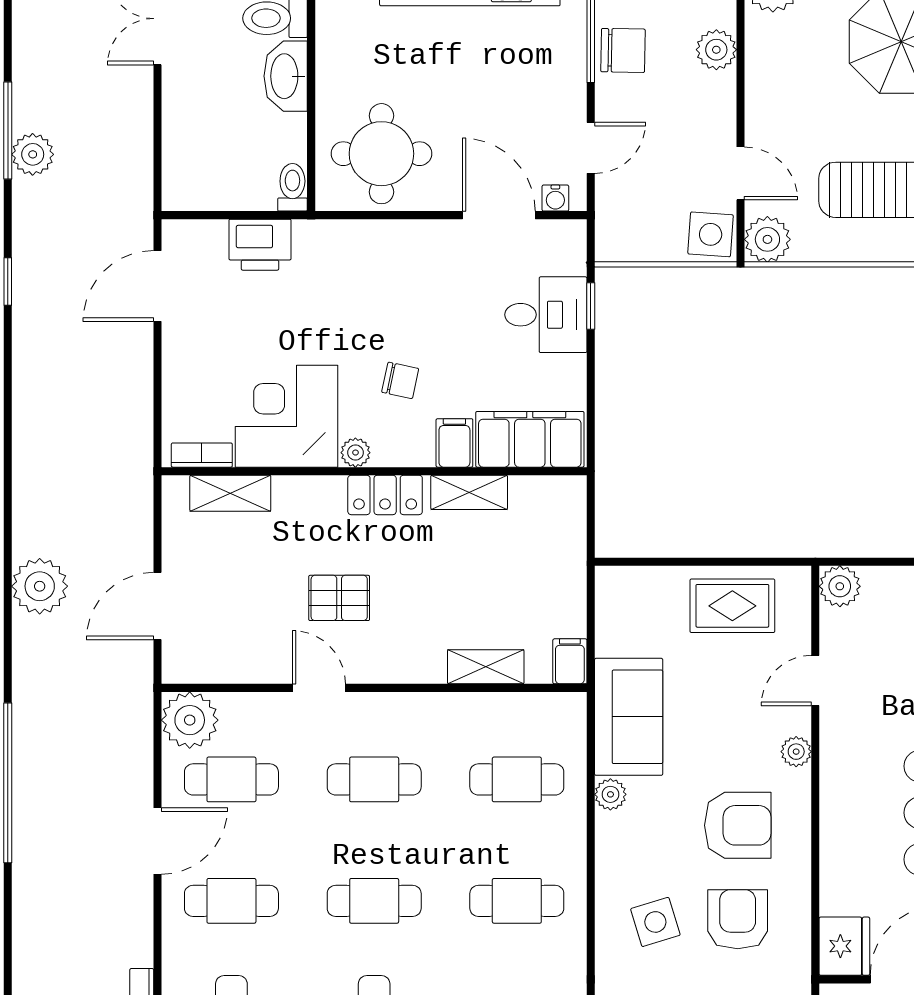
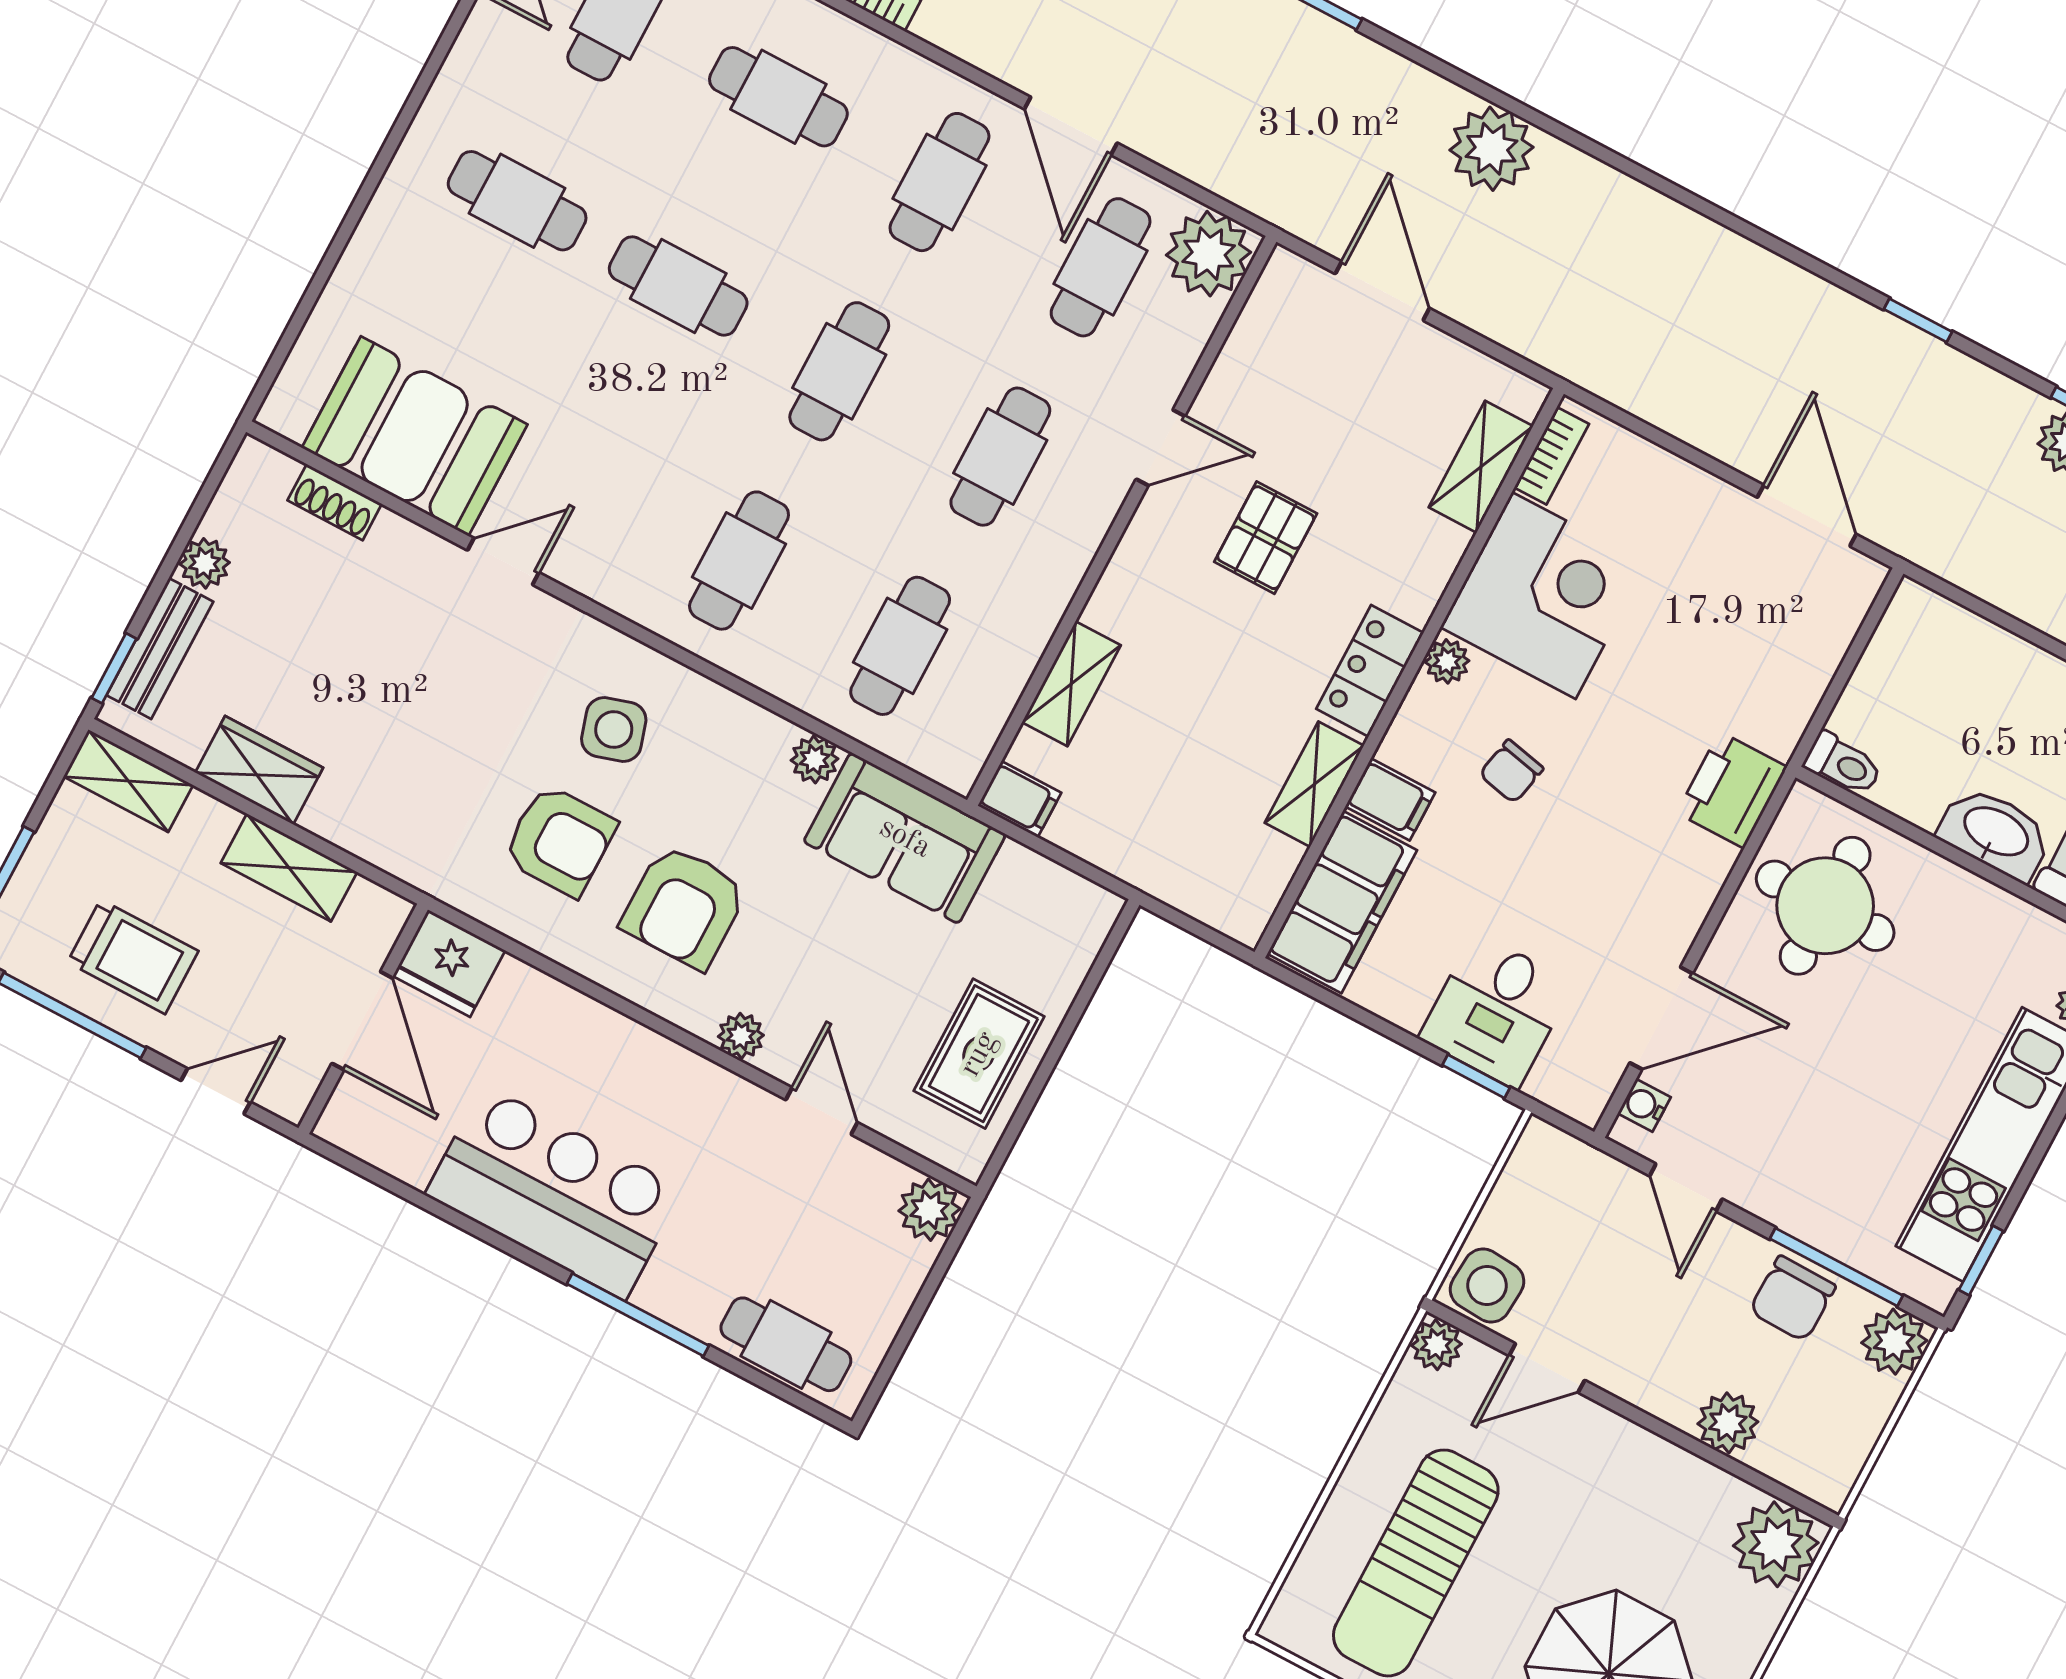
plant: (767, 239) -> (1436, 1345), width x0.73, depth x0.73
printer: (260, 245) -> (1732, 790), moved

